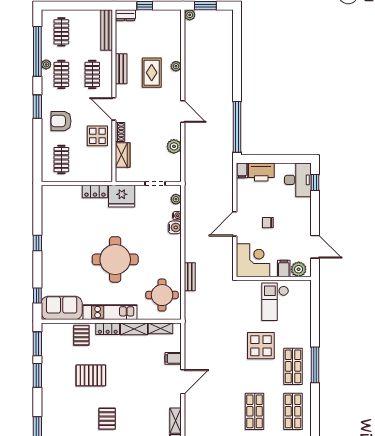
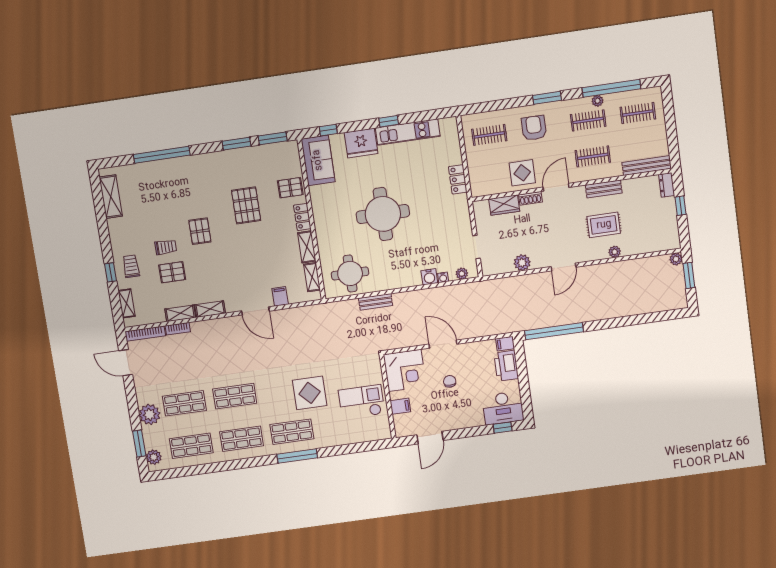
fridge: (122, 196) -> (361, 143), moved, turned -90
plant: (299, 269) -> (402, 423), removed
kitchen unit: (110, 312) -> (408, 132), moved, turned 90
pallet: (107, 419) -> (200, 231), turned 90

